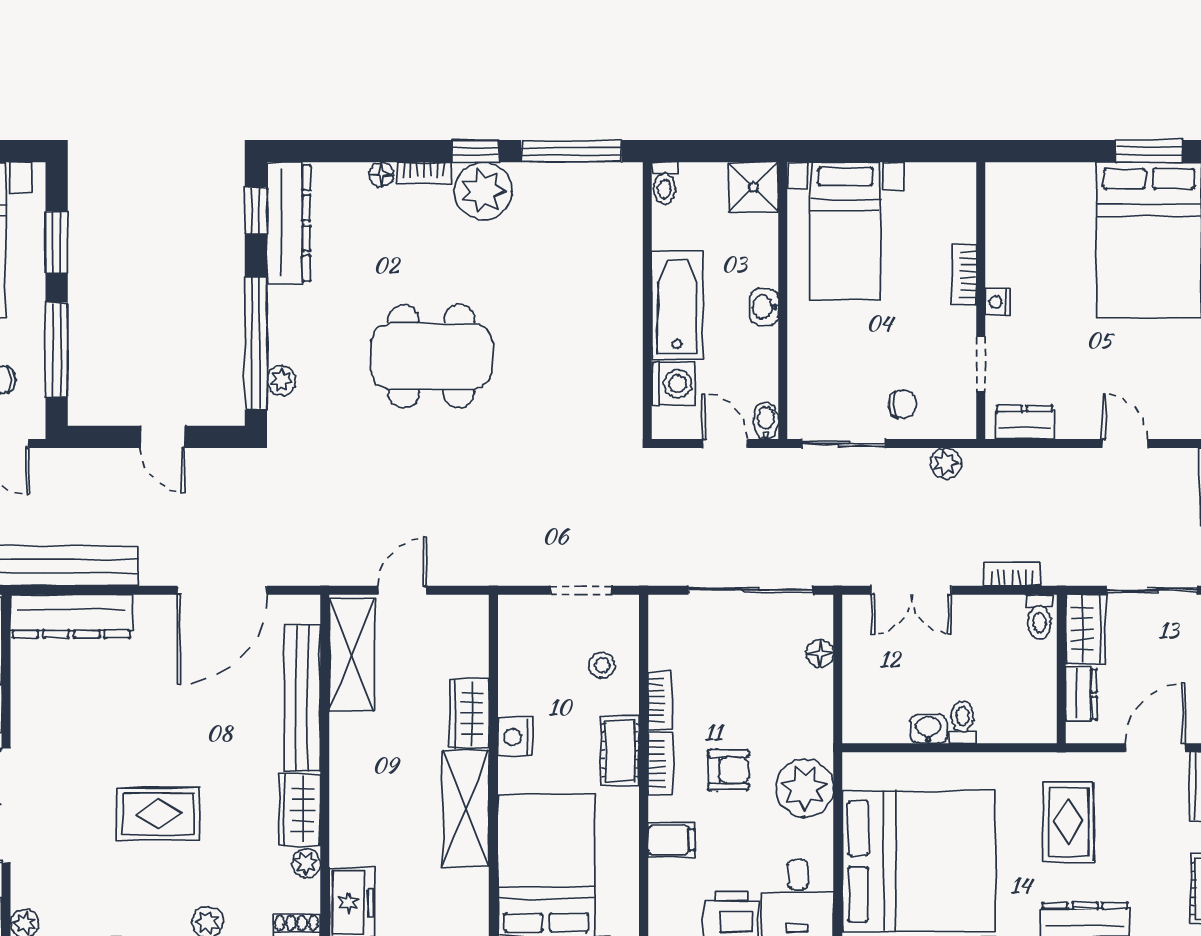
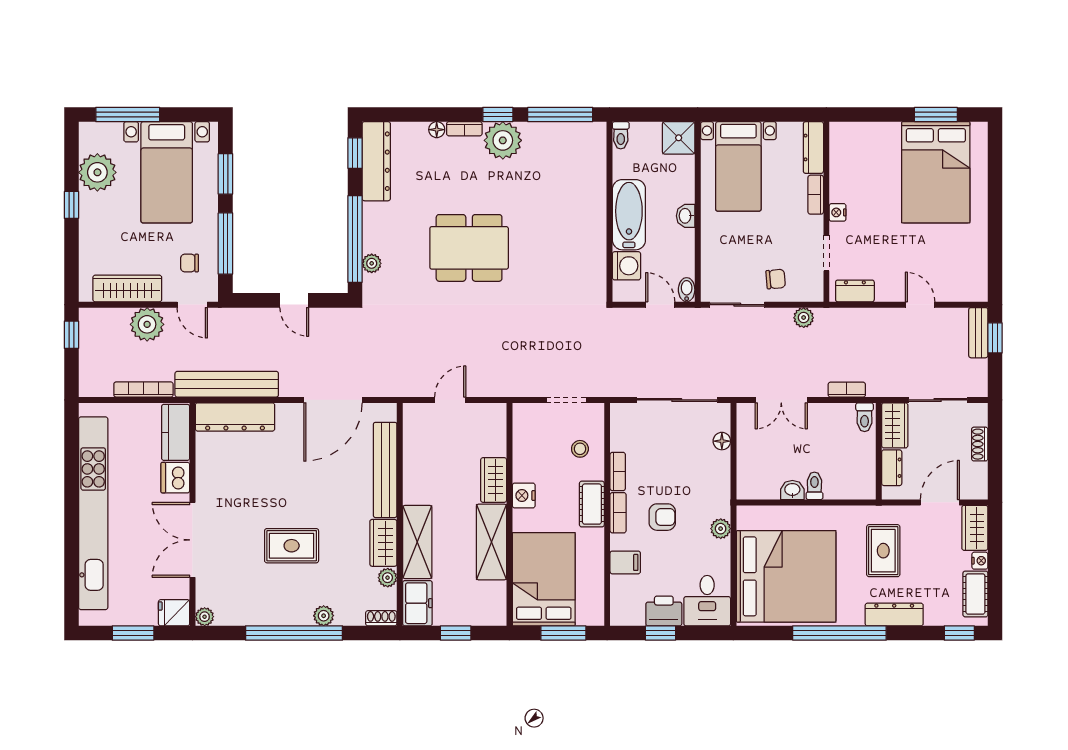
dresser: (961, 202) -> (813, 147), added
shelving: (352, 655) -> (417, 542), moved
plant: (805, 788) -> (721, 529), width x0.53, depth x0.53

